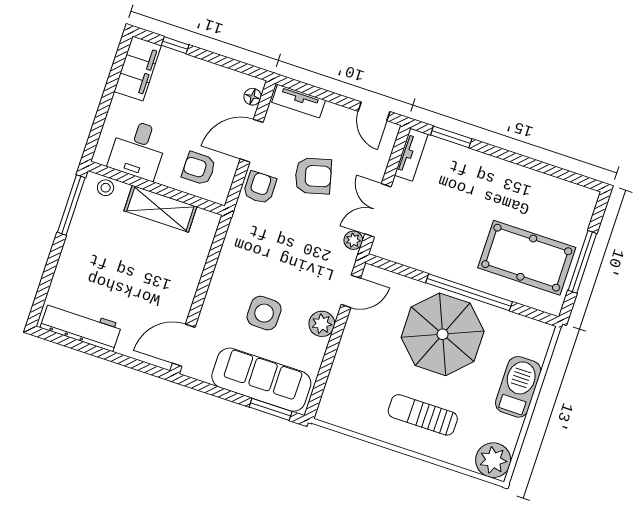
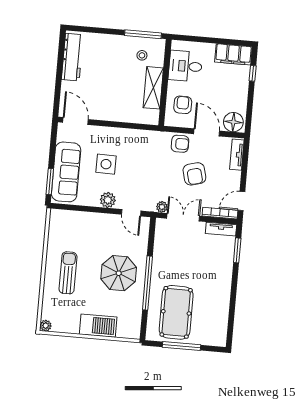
floor lamp: (253, 97) -> (233, 122), width x1.89, depth x1.89
bookcase: (385, 150) -> (220, 213), added
stool: (106, 188) -> (142, 55), moved
parasol: (443, 334) -> (119, 273), width x0.73, depth x0.73
plant: (493, 460) -> (46, 326), width x0.53, depth x0.53

